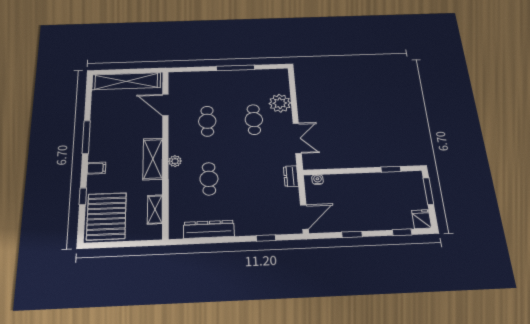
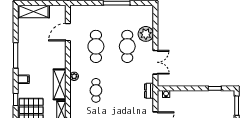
shelving: (126, 81) -> (34, 11), width x0.68
door: (165, 105) -> (68, 32), hinge flipped
cafe table: (254, 120) -> (127, 46), width x1.37, depth x1.35
cafe table: (207, 121) -> (96, 46), width x1.37, depth x1.35
shelving: (153, 159) -> (60, 84), moved

